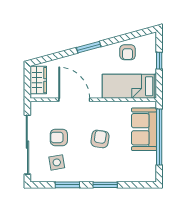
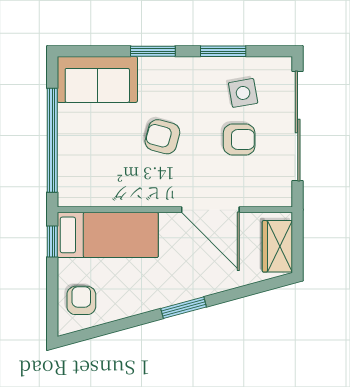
armchair: (128, 52) -> (81, 300), moved
window: (159, 61) -> (52, 242), moved
sofa: (144, 129) -> (97, 79), moved, turned 90
armchair: (100, 139) -> (162, 137), turned 96

